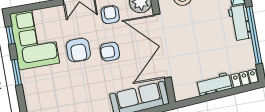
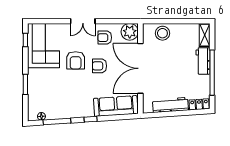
armchair: (110, 15) -> (105, 38), turned -90
window: (17, 72) -> (25, 84), moved
workbench: (214, 84) -> (170, 105), width x1.38

